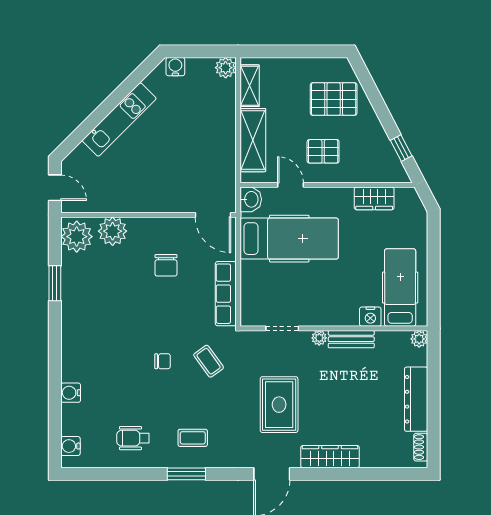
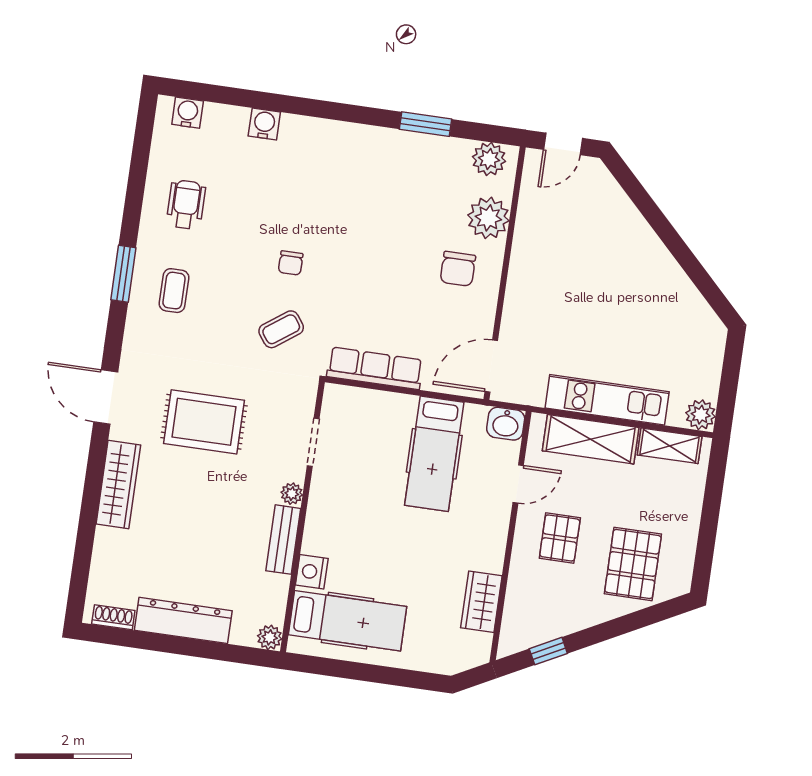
water cooler: (175, 67) -> (713, 343), removed
kitchen unit: (119, 120) -> (607, 400), moved, turned 135
plant: (77, 237) -> (489, 159), width x0.73, depth x0.73
hospital bed: (289, 239) -> (434, 454), width x0.73, depth x0.78
chair: (166, 265) -> (458, 269), moved, turned -90

